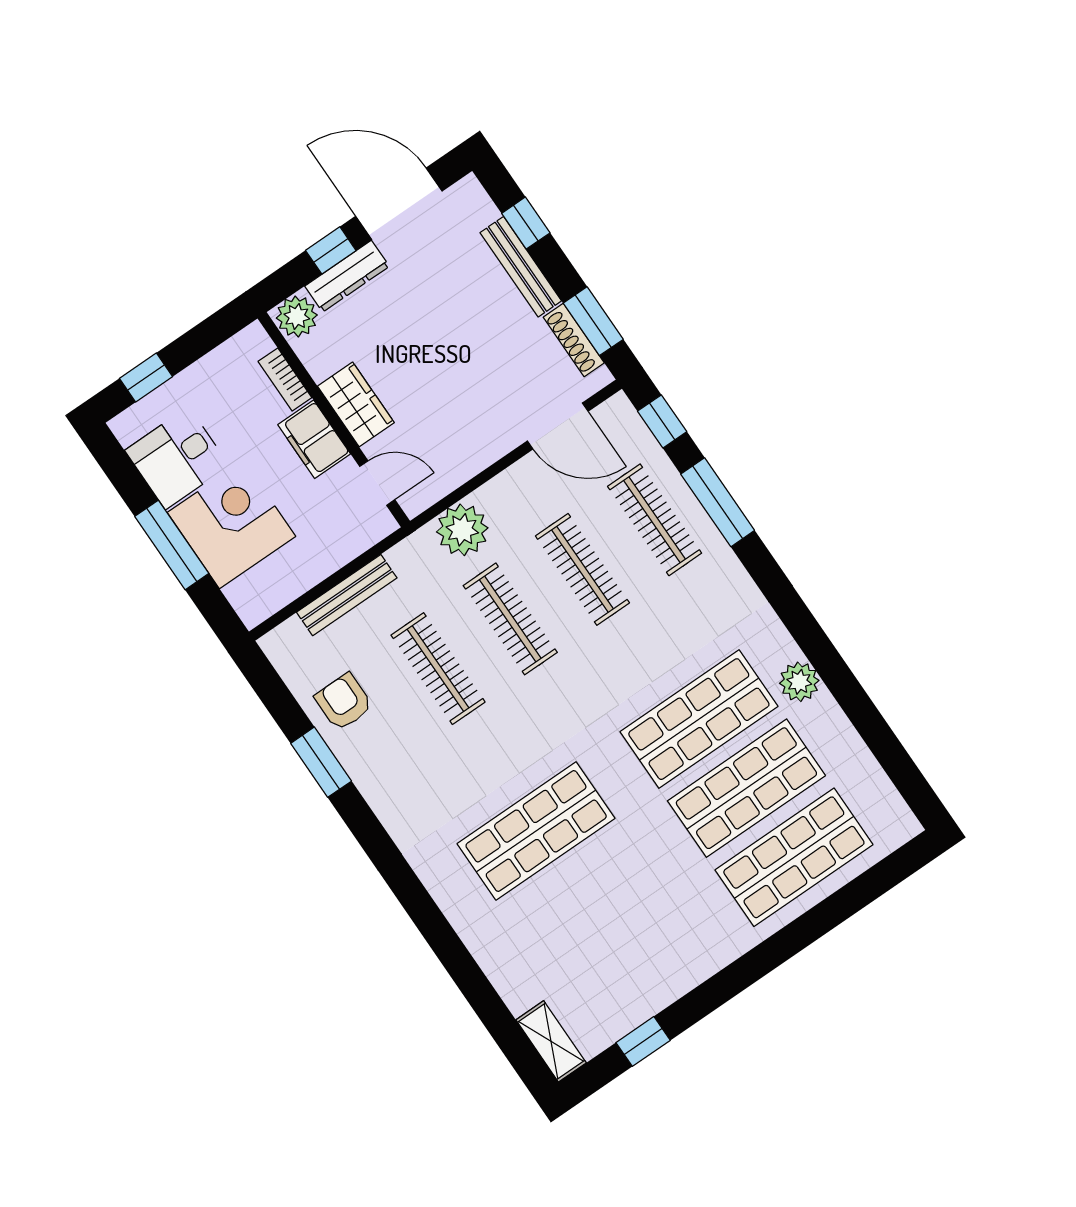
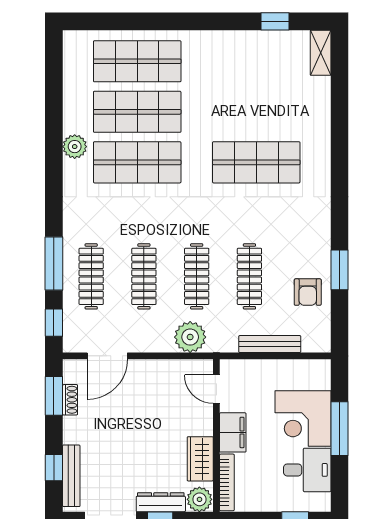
bench: (521, 267) -> (71, 476), moved
shoe rack: (574, 340) -> (70, 400), width x0.70
bookcase: (285, 379) -> (227, 482), width x1.56
wardrobe: (356, 404) -> (200, 459), moved
door: (558, 426) -> (107, 356), swing flipped

